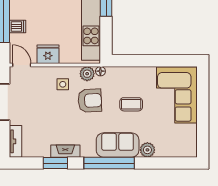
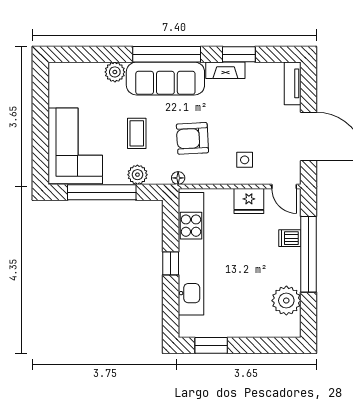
window: (157, 61) -> (102, 192), added
plant: (87, 74) -> (137, 175), moved
side table: (63, 84) -> (245, 160), moved
coffee table: (131, 104) -> (137, 133), turned 90
sofa: (118, 145) -> (165, 78), width x1.36

